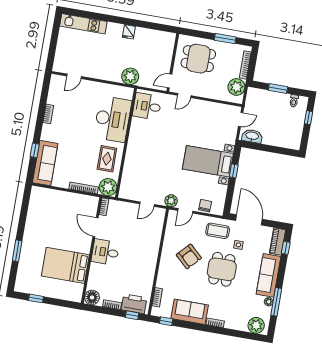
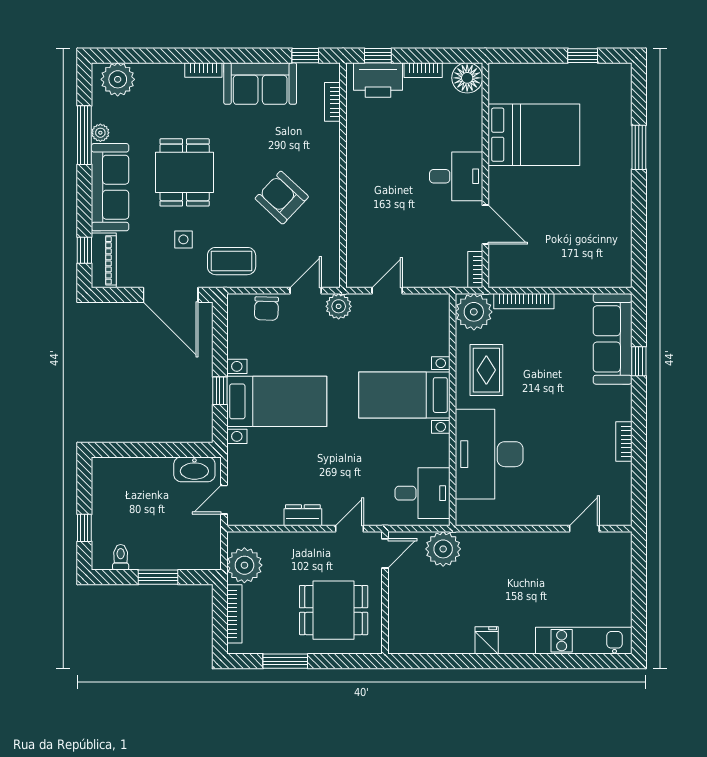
plant: (130, 76) -> (443, 549), moved
dresser: (205, 106) -> (303, 515), added
bed with nightstands: (147, 154) -> (404, 395), added
dining table: (222, 269) -> (185, 172), moved

